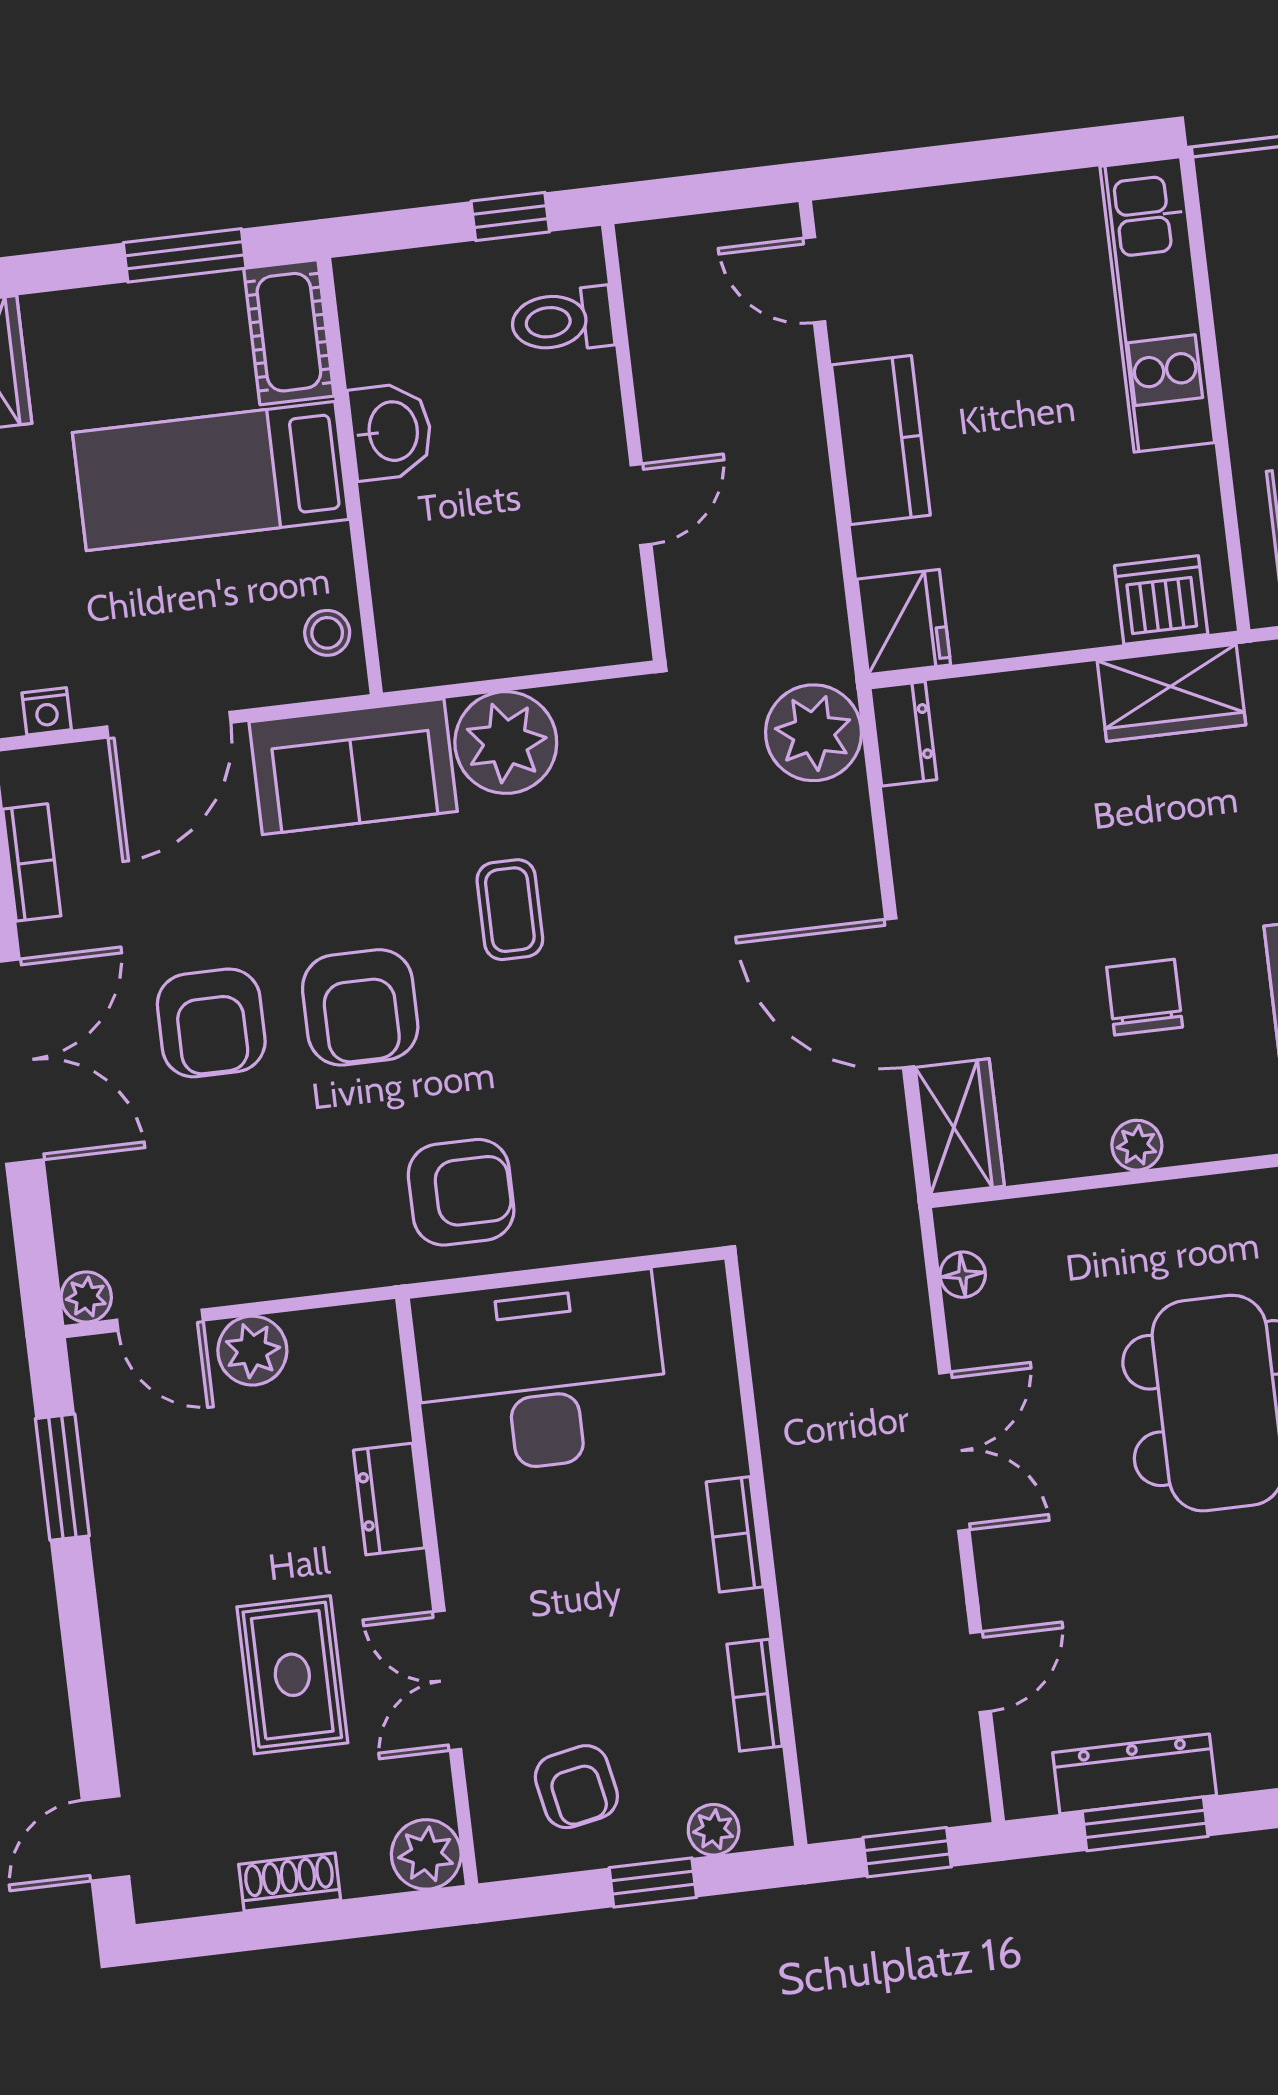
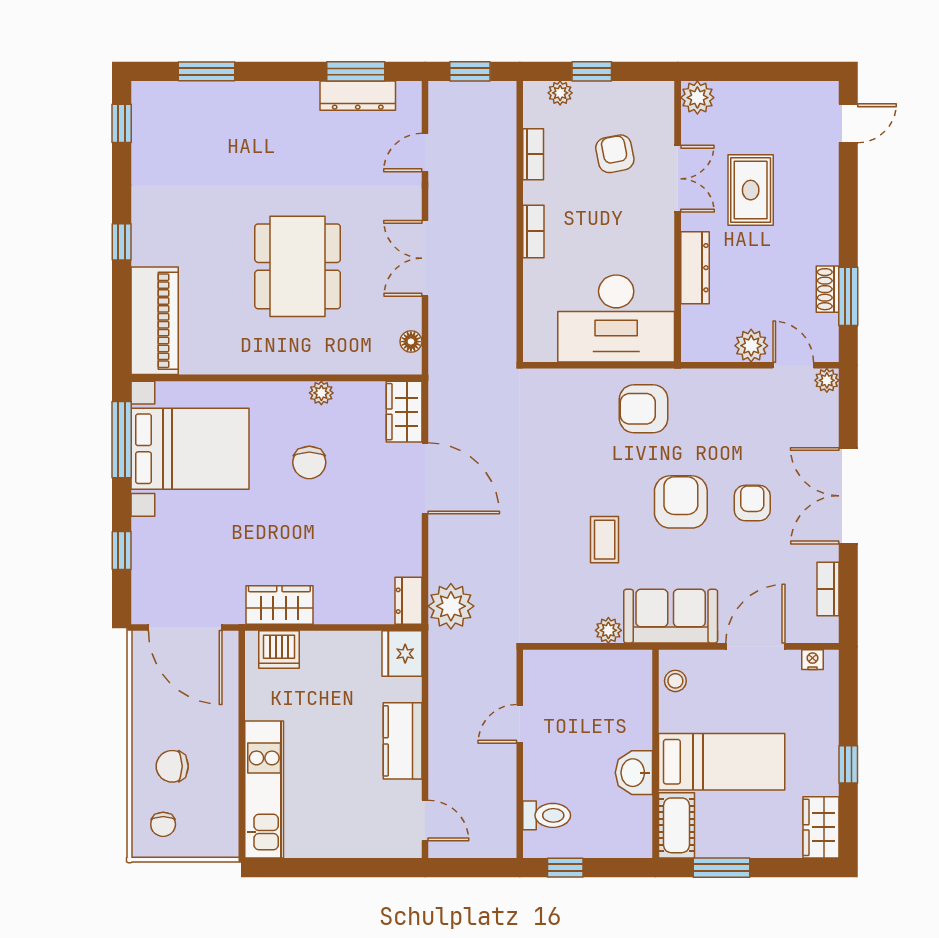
plant: (506, 743) -> (608, 630), width x0.53, depth x0.53
armchair: (211, 1023) -> (752, 503), width x0.72, depth x0.72
dresser: (389, 1499) -> (695, 268), width x1.44
armchair: (576, 1787) -> (615, 154), moved
shoe rack: (290, 1882) -> (828, 289), moved, turned 90

